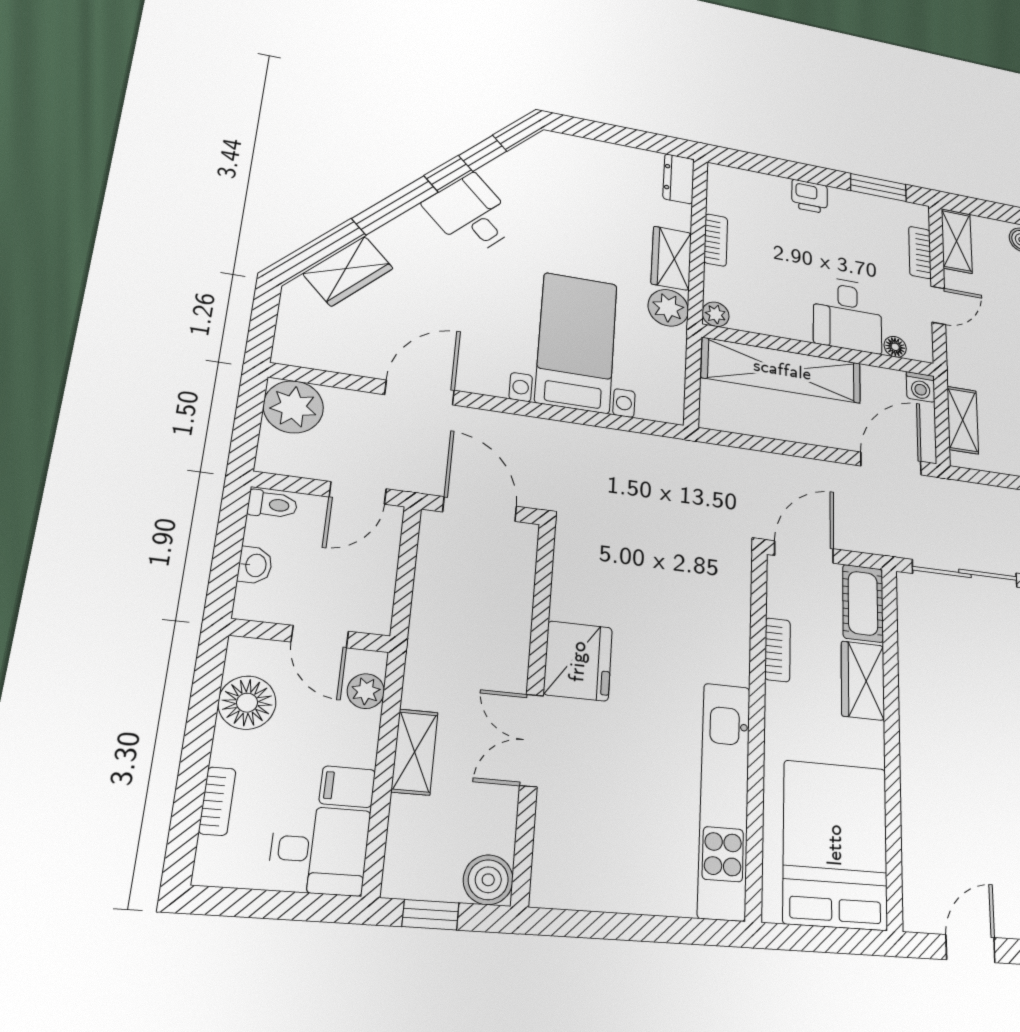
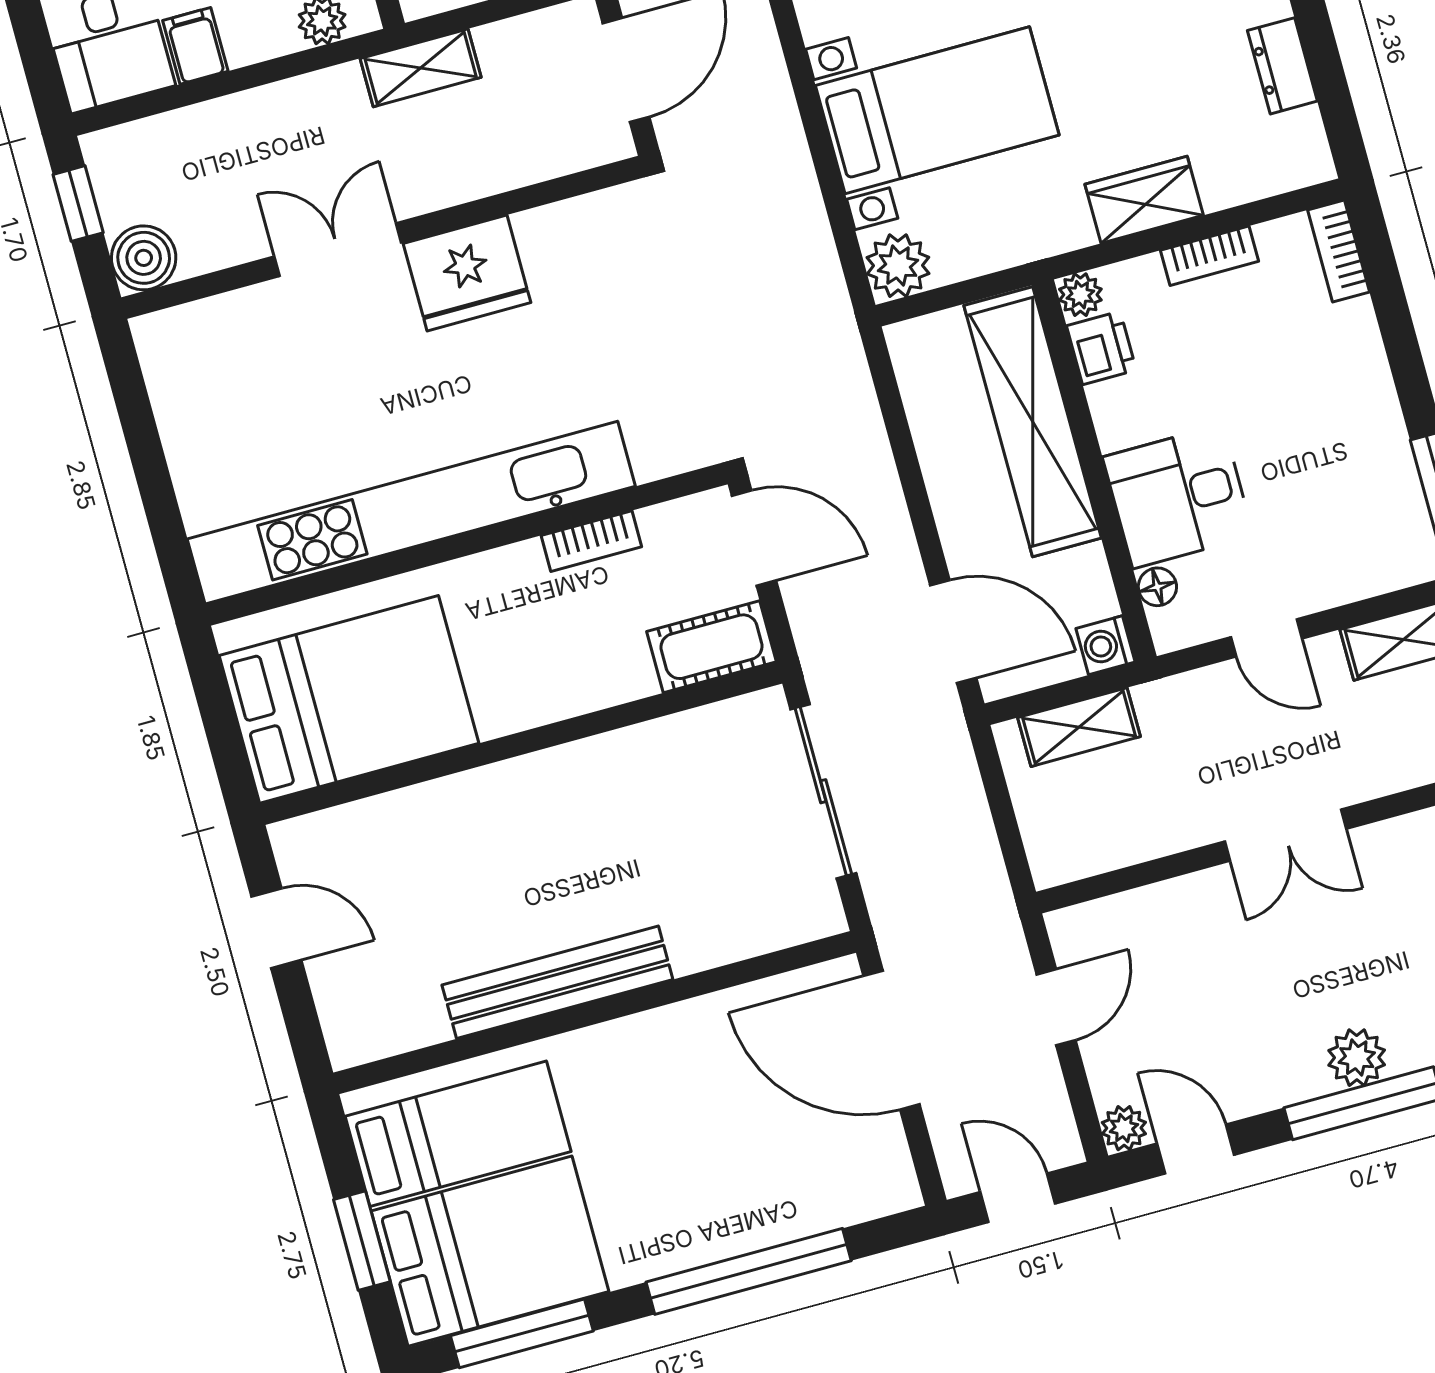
dresser: (679, 179) -> (1282, 66), moved, turned -90
printer: (810, 196) -> (1101, 348), moved, turned 180
bookcase: (920, 253) -> (1339, 251), moved, turned -90
plant: (668, 308) -> (898, 266), moved
wardrobe: (863, 681) -> (595, 677), removed
shelving: (415, 752) -> (421, 68), moved
kitchen unit: (724, 800) -> (411, 513), width x1.36

